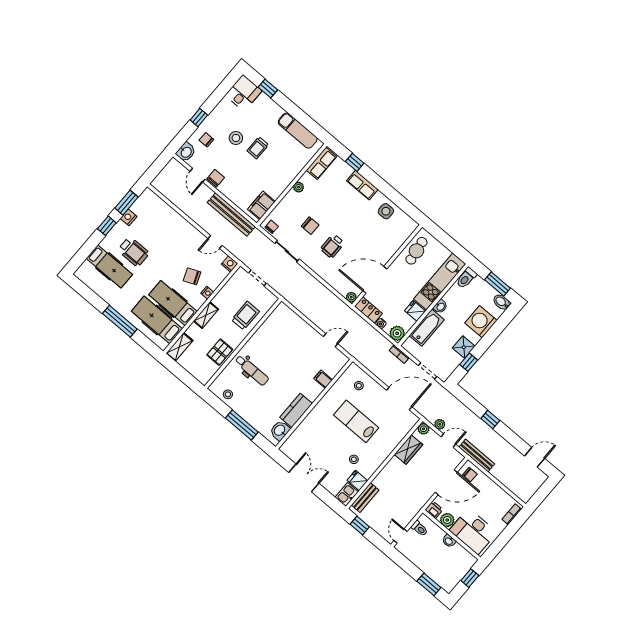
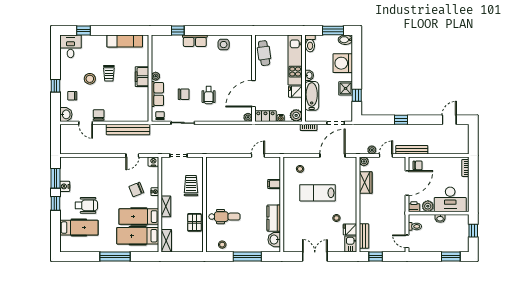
row of seats: (322, 163) -> (157, 94), moved
filing cabinet: (261, 205) -> (142, 77), moved

